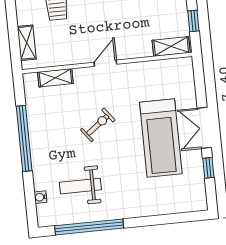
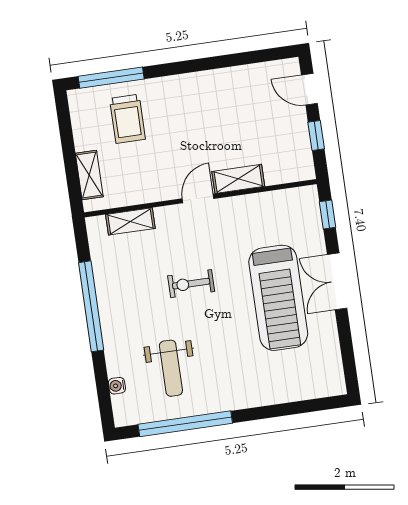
shelving: (171, 46) -> (238, 179), moved
exercise bike: (98, 125) -> (191, 284), turned -143
window: (208, 168) -> (327, 214), moved
weight bench: (80, 186) -> (171, 368), turned -90

